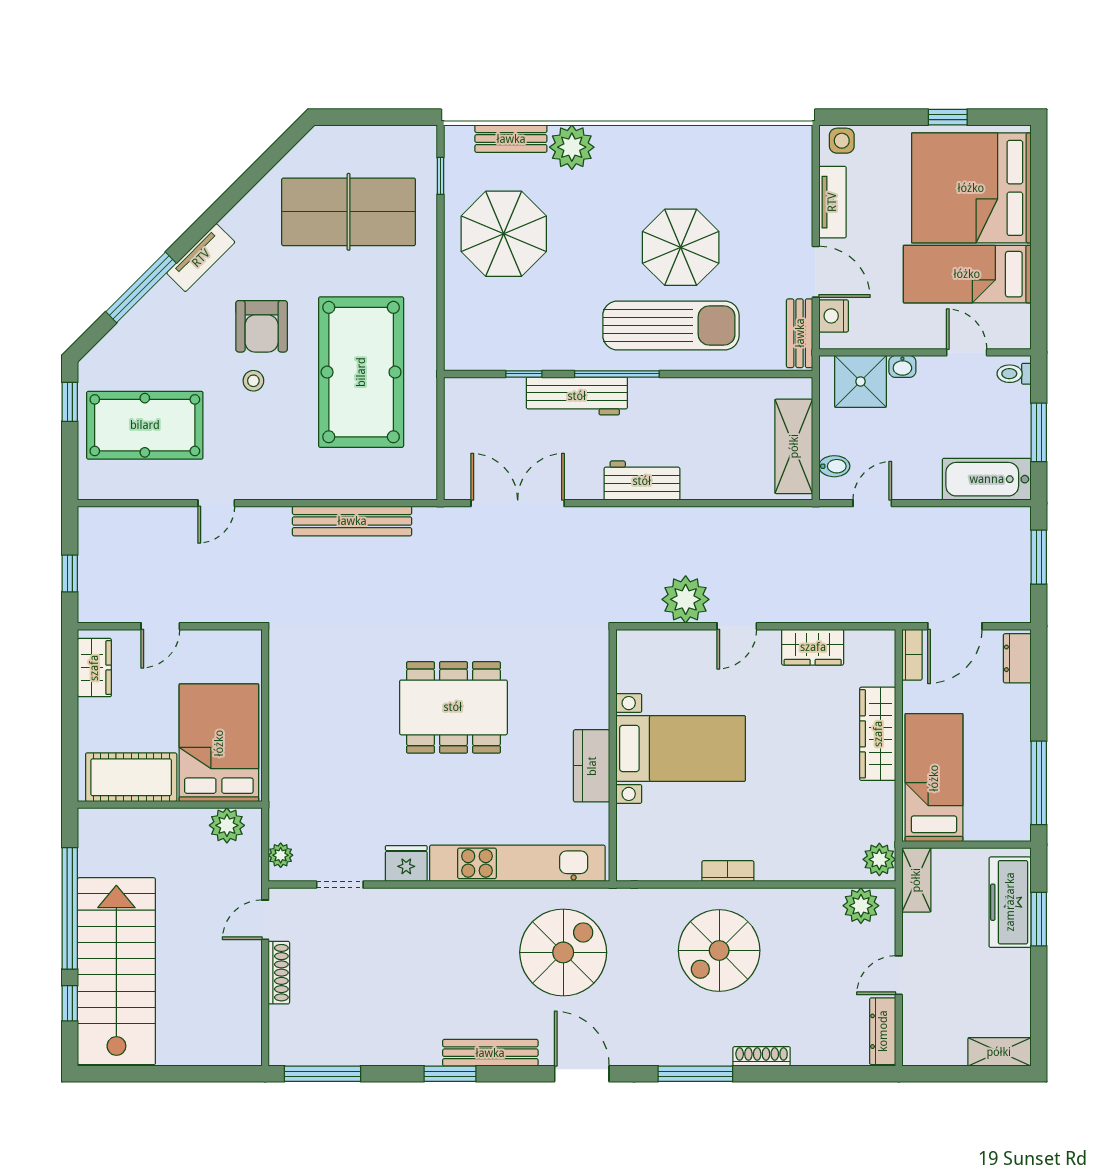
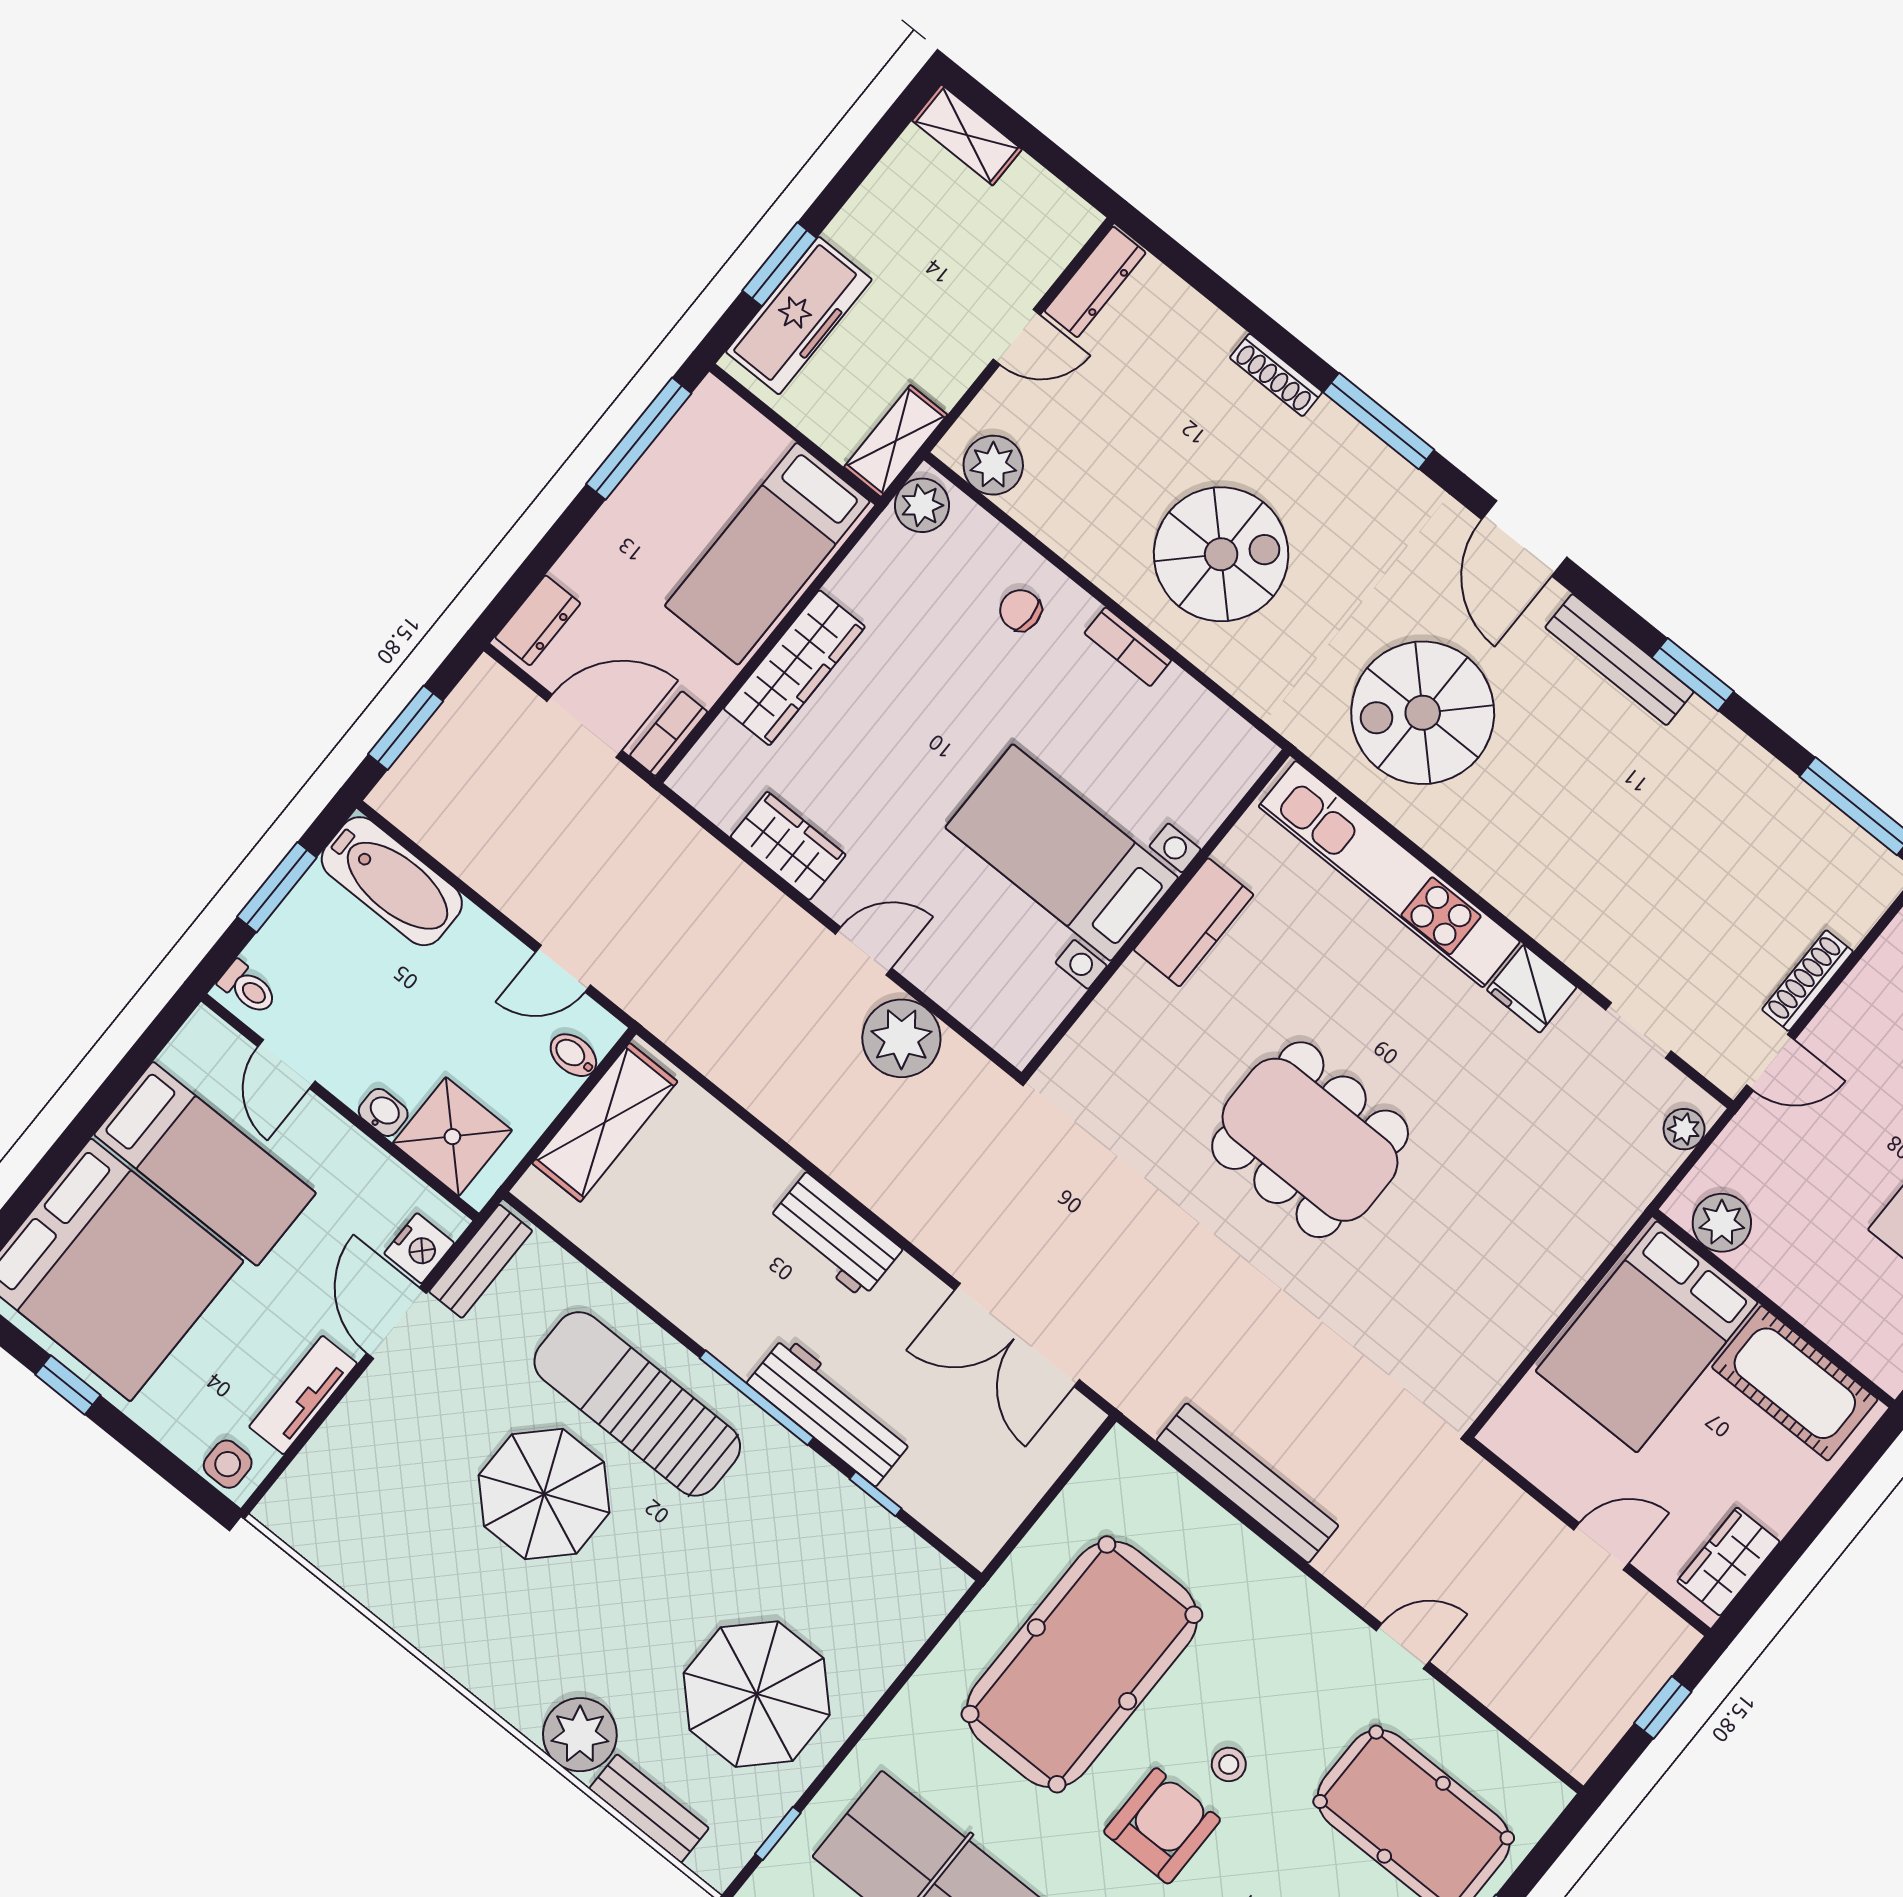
chair: (793, 847) -> (1020, 610), added

